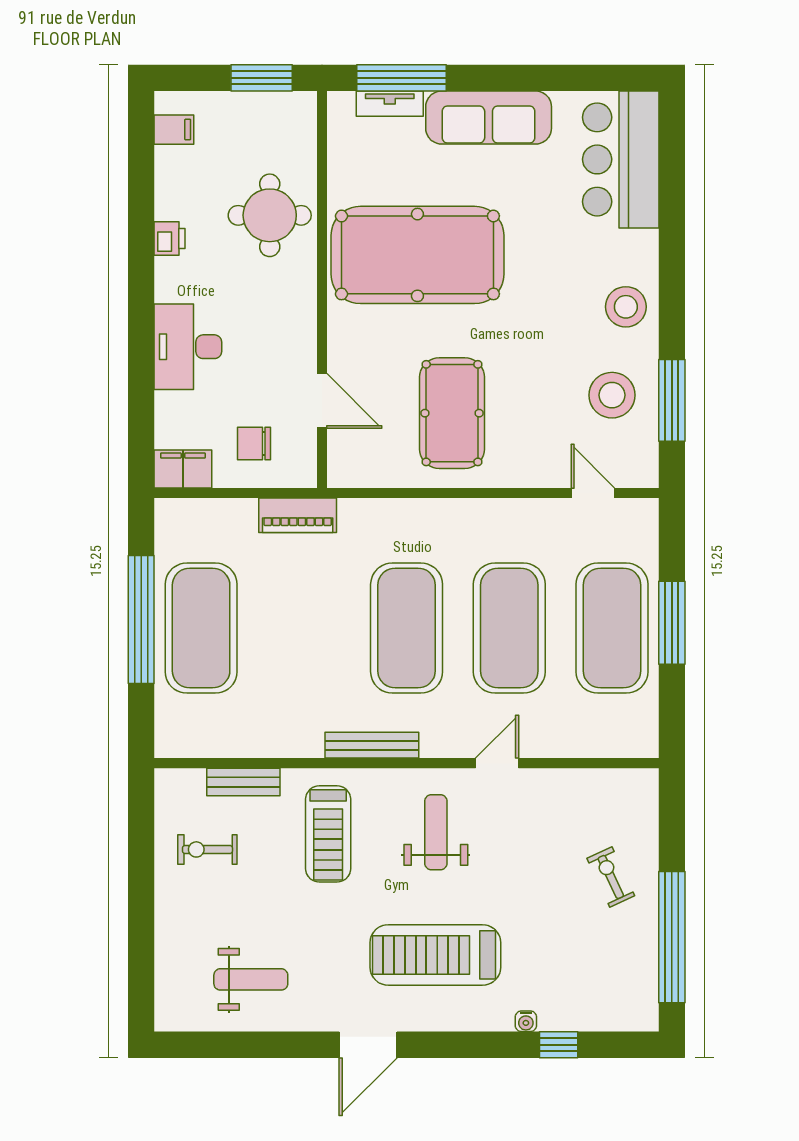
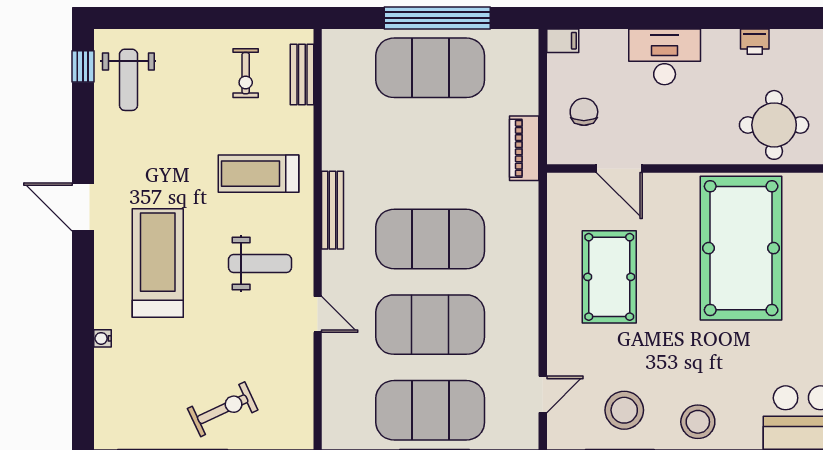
door: (322, 401) -> (619, 168), hinge flipped
pool table: (452, 413) -> (609, 277), turned 90
filing cabinet: (183, 469) -> (563, 41), width x0.50
bench: (243, 782) -> (302, 75), moved
exercise bike: (207, 849) -> (246, 73), turned 180
exercise bike: (611, 877) -> (223, 409), width x1.38, depth x1.39
weight bench: (251, 979) -> (128, 80), moved
window: (559, 1045) -> (83, 66), moved

